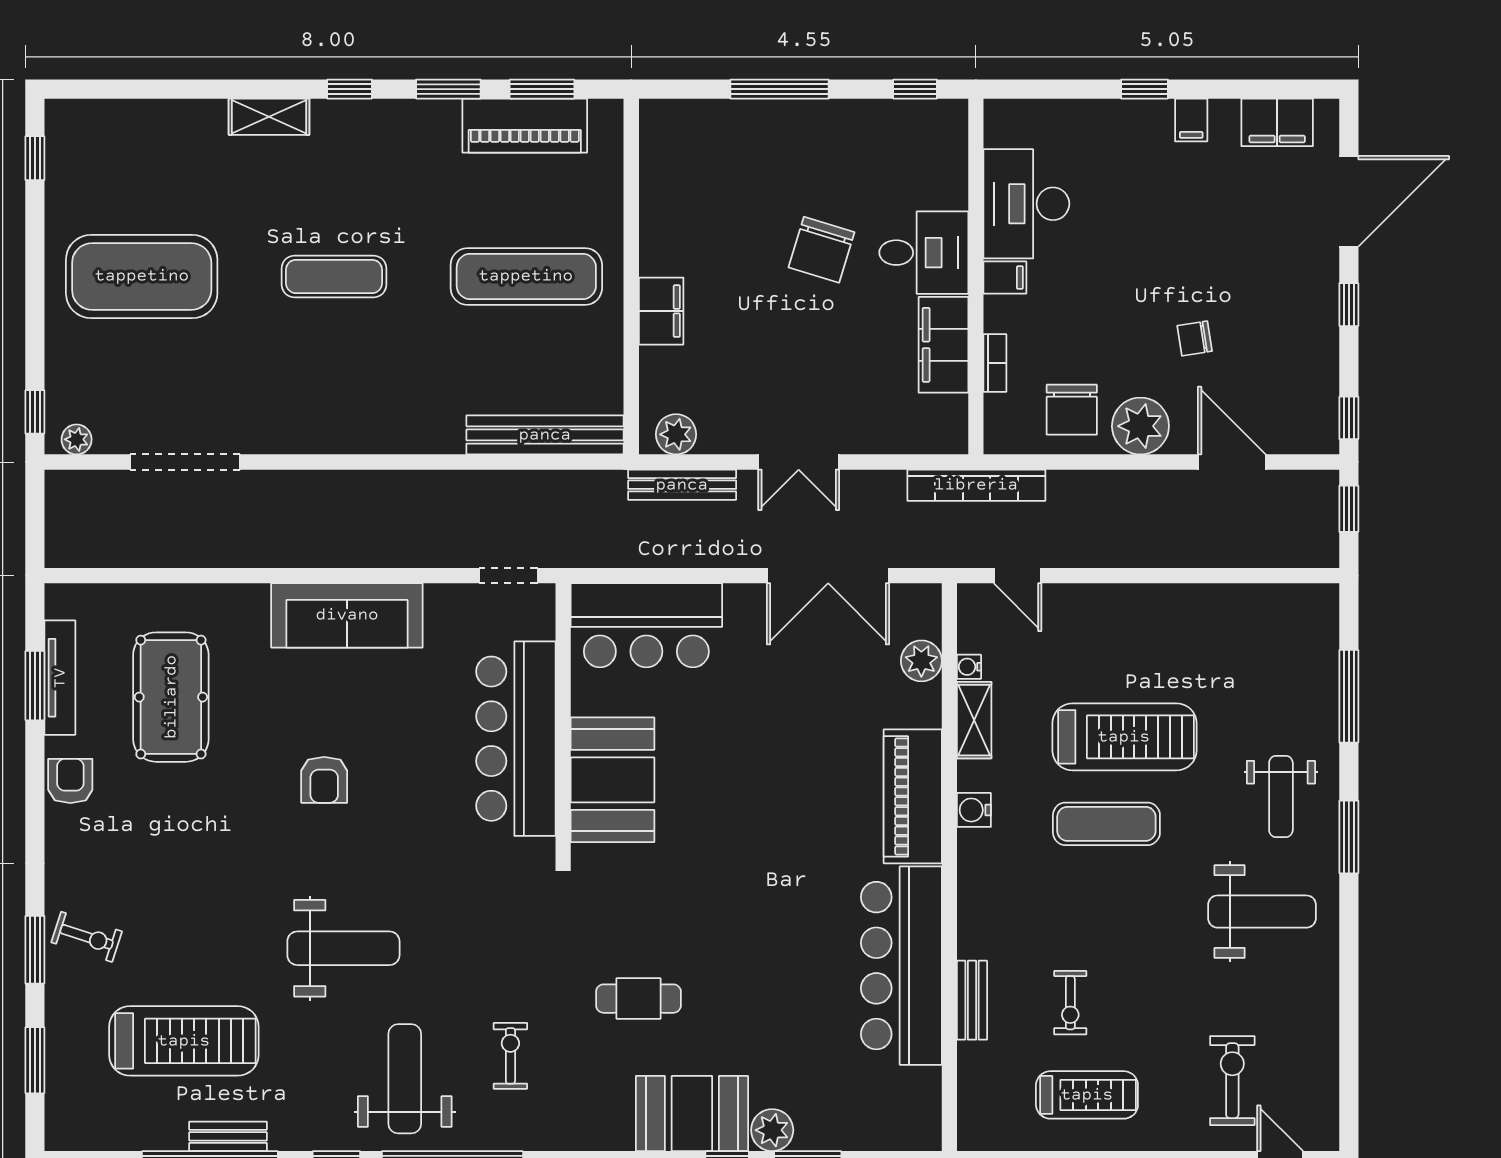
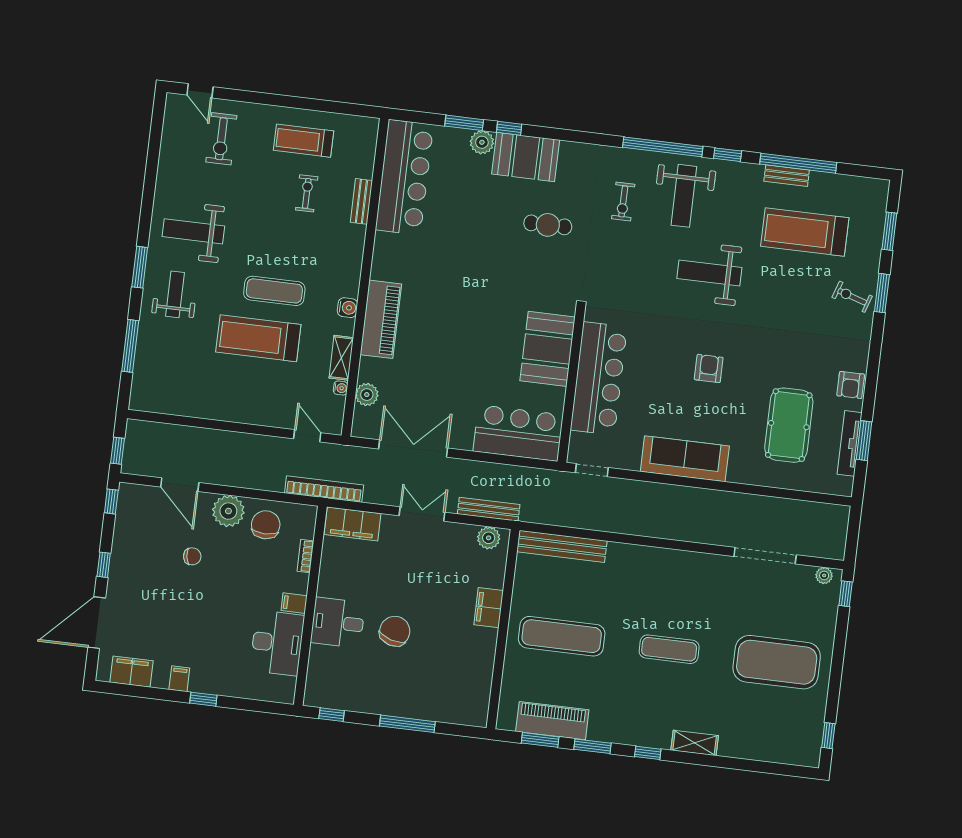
filing cabinet: (943, 345) -> (353, 524), moved, turned 90
bar counter: (901, 966) -> (404, 177), moved

